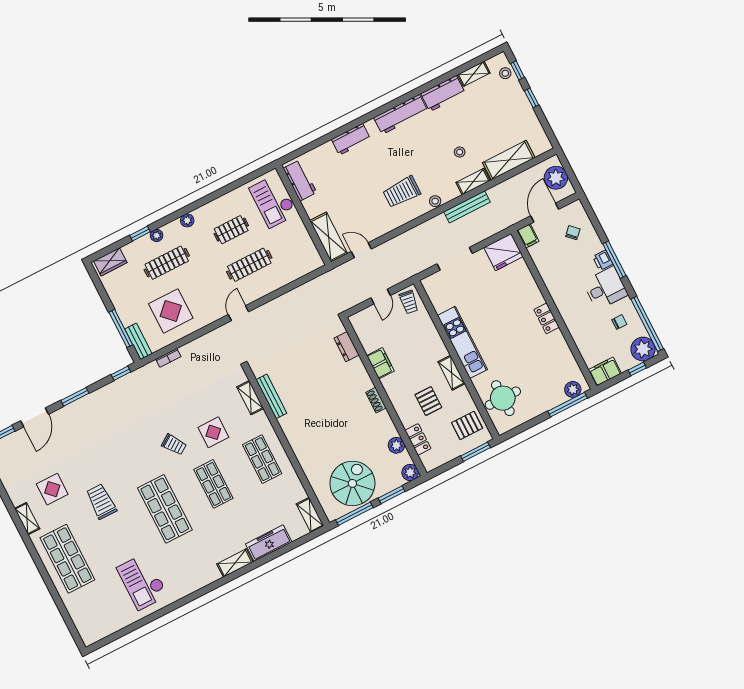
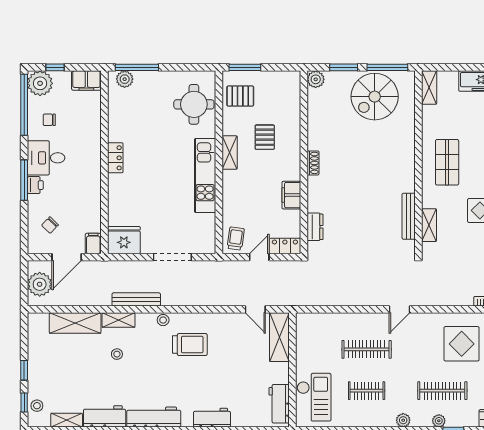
locker: (418, 439) -> (285, 246), moved, turned 90
plant: (396, 445) -> (316, 111), removed

